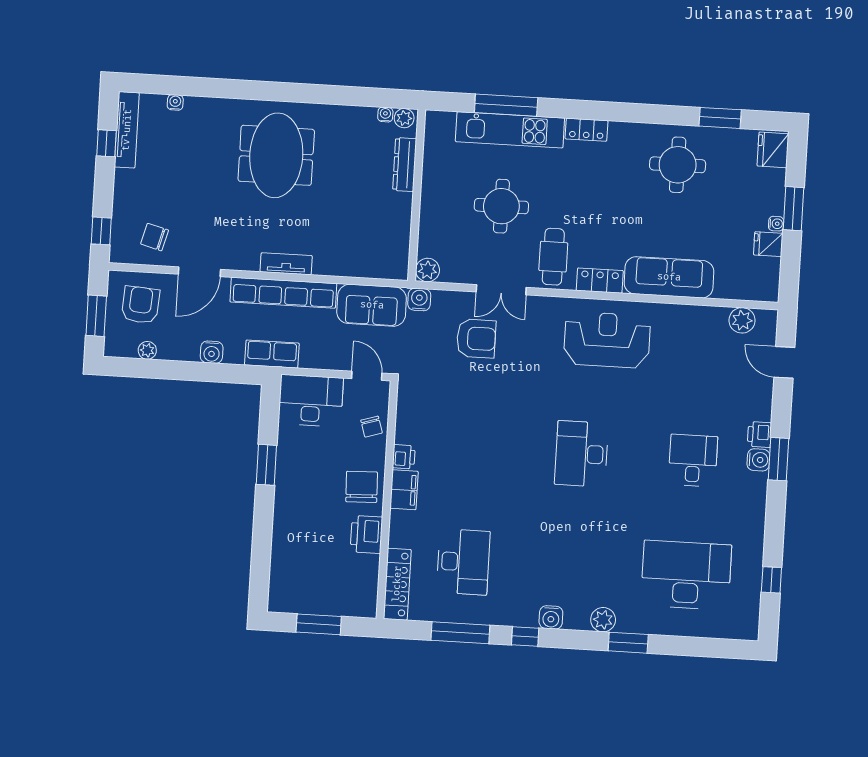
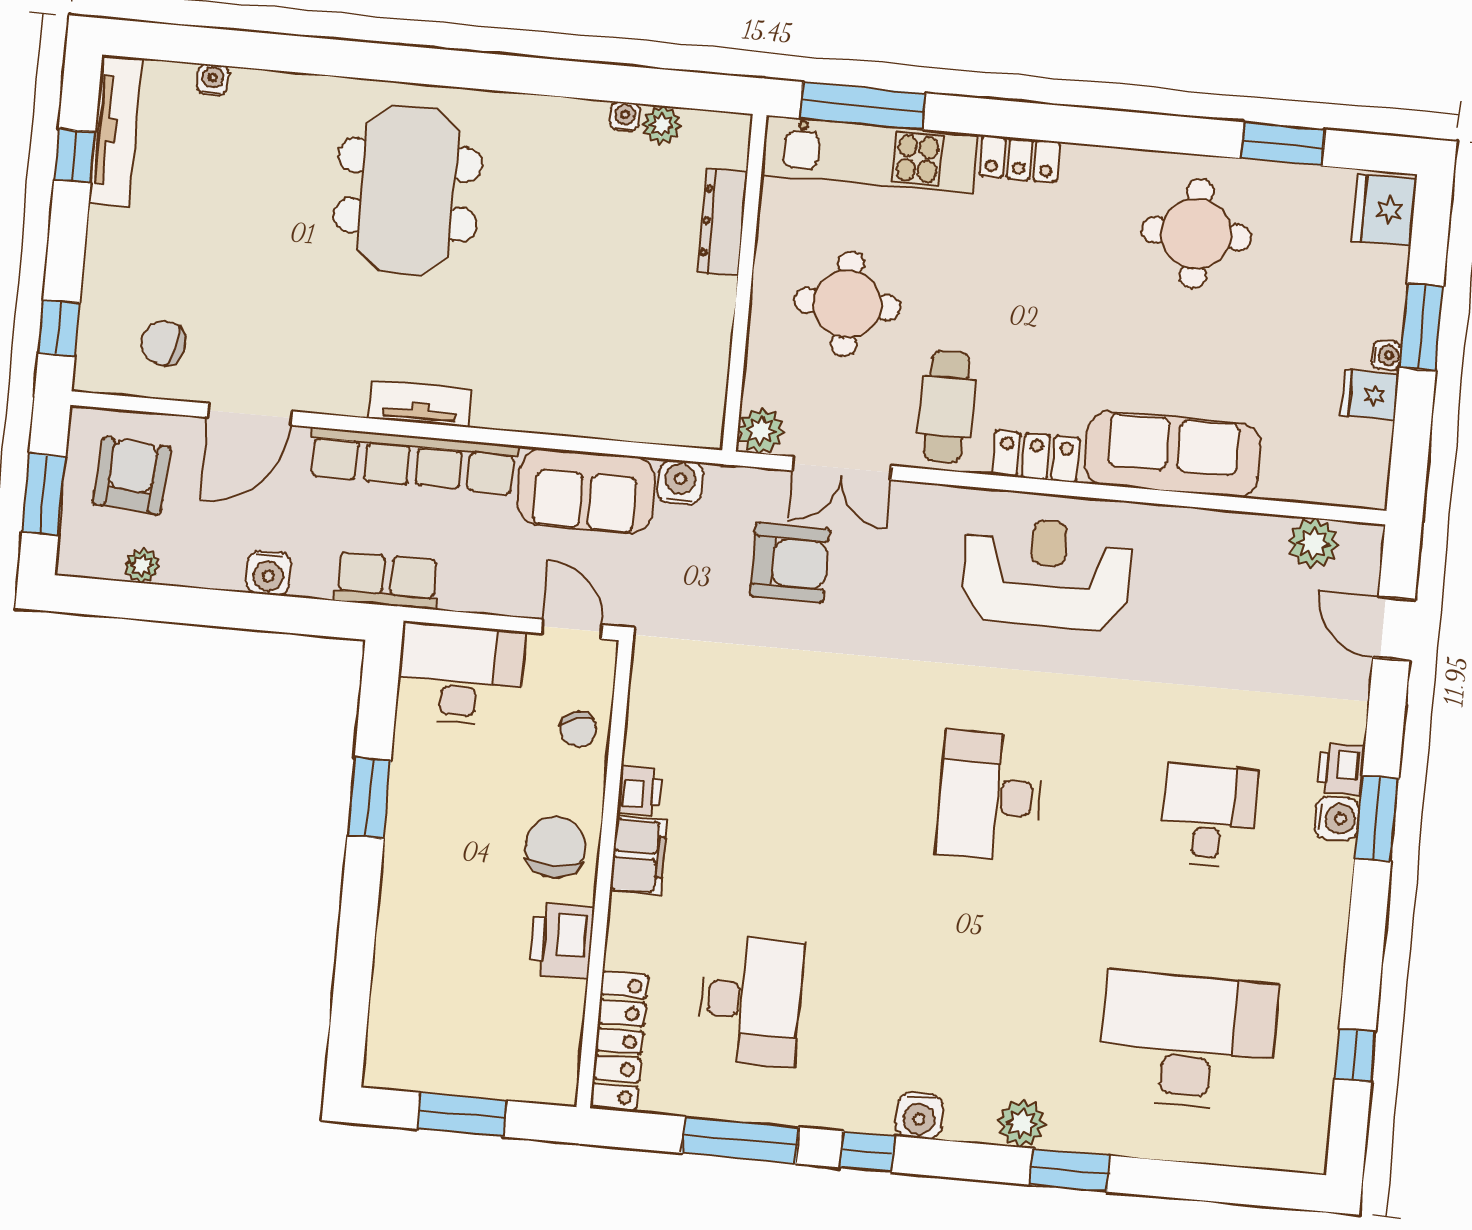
dresser: (405, 165) -> (722, 222), moved
wall: (417, 195) -> (744, 283), moved
plant: (428, 270) -> (761, 431), moved

